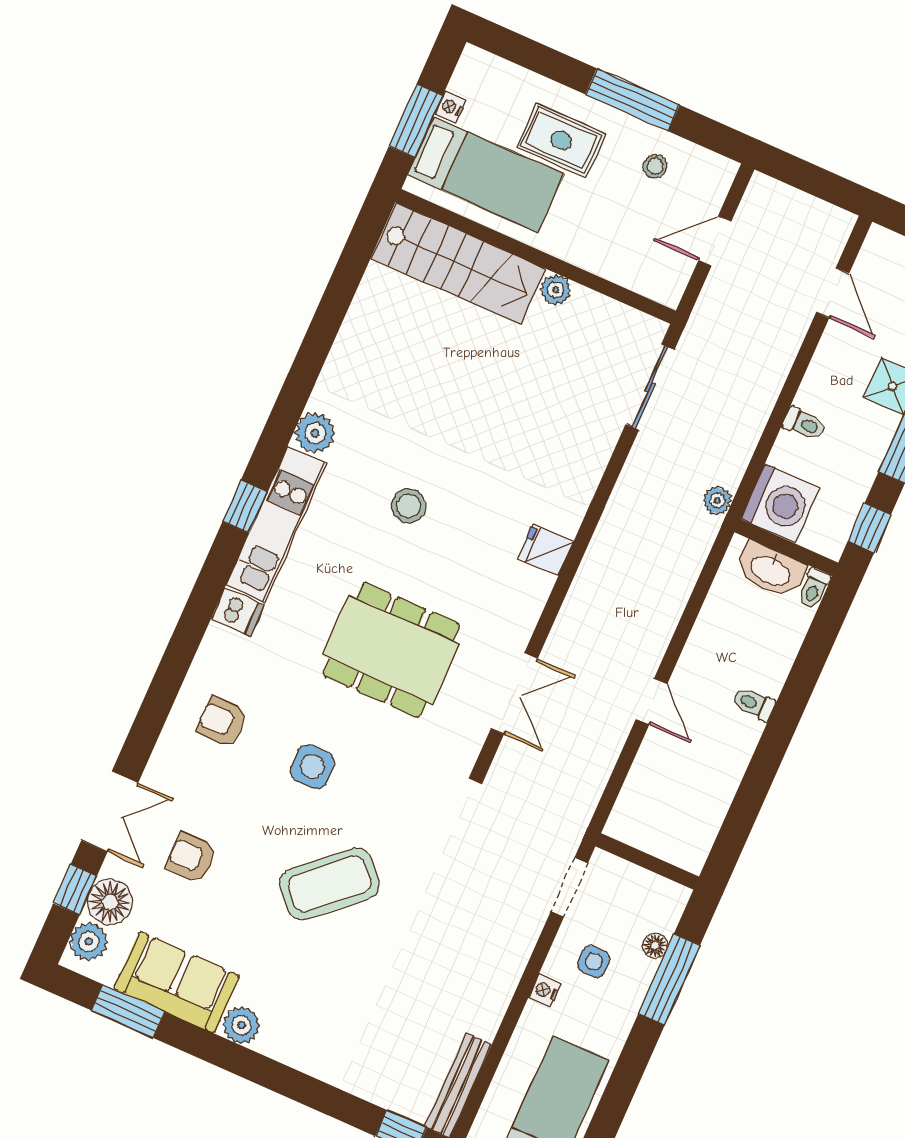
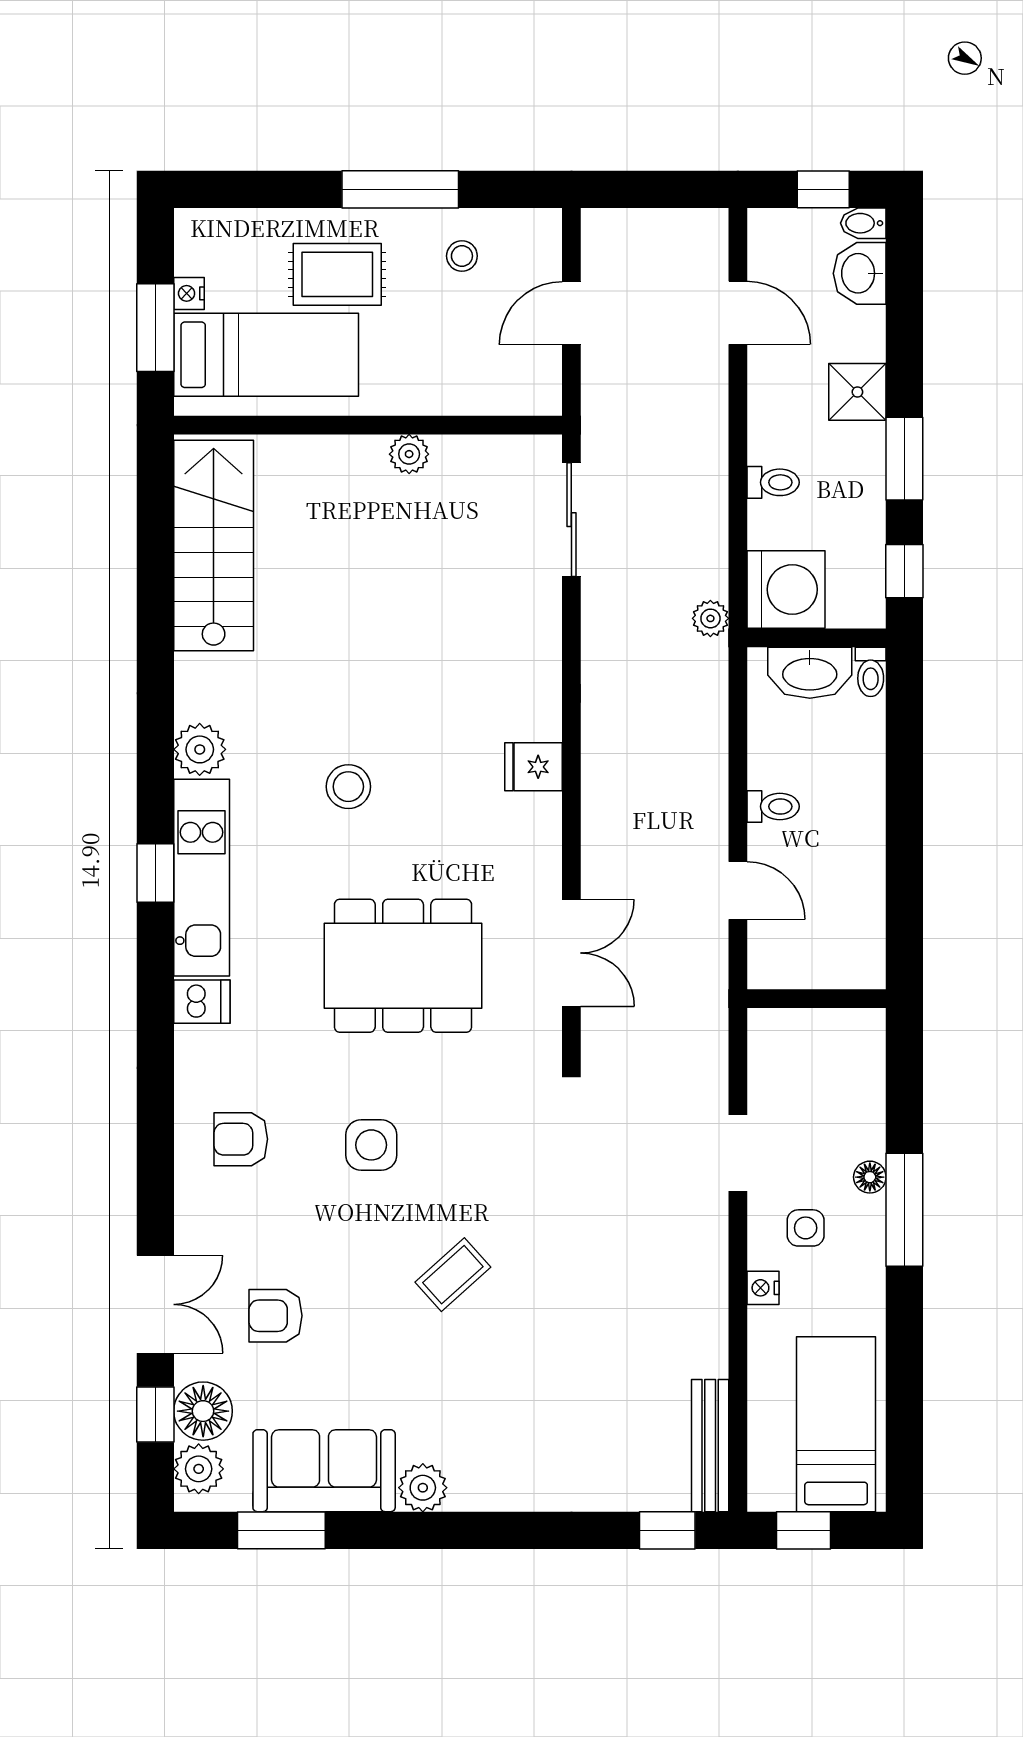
stairs: (458, 264) -> (214, 545), moved, turned -90
toilet: (754, 704) -> (773, 806), moved, turned 180
wall: (647, 861) -> (817, 999), moved
coffee table: (330, 884) -> (453, 1275), width x0.54, depth x0.58

